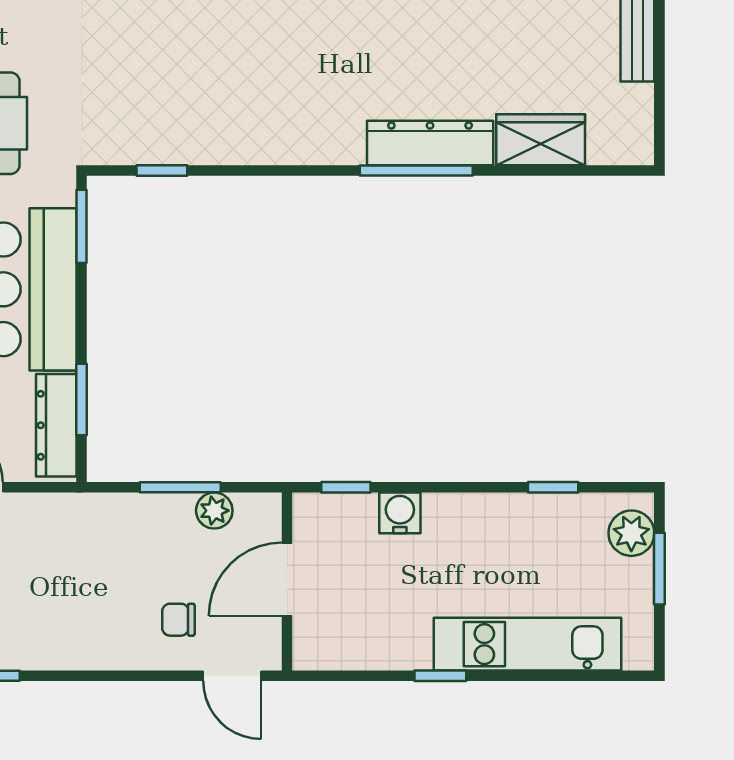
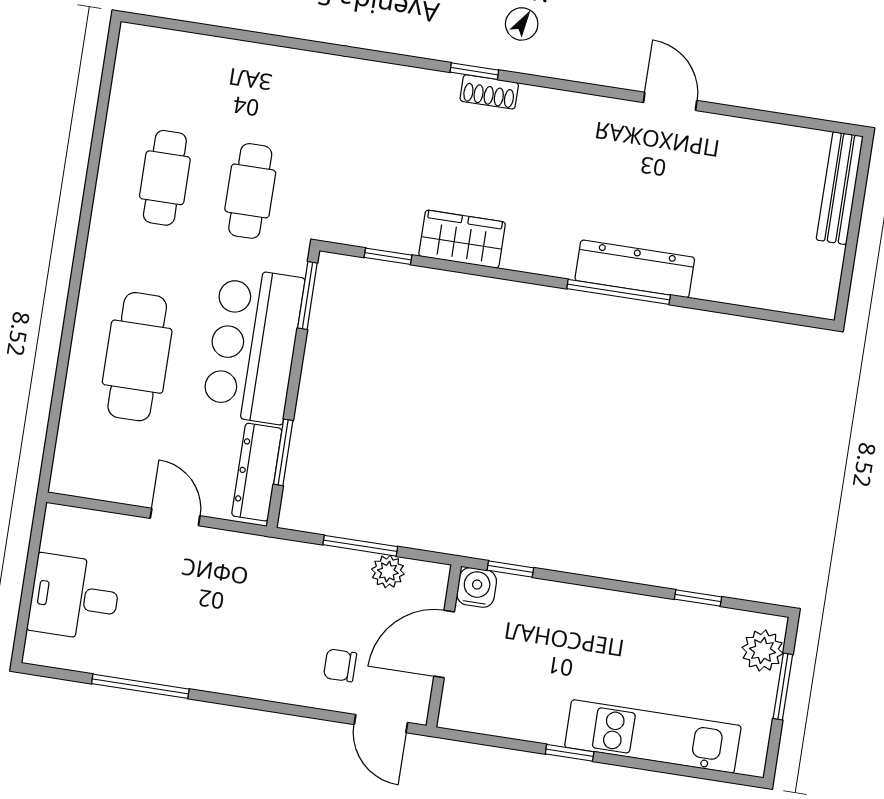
wardrobe: (541, 140) -> (462, 239), moved
water cooler: (400, 513) -> (477, 588), moved

